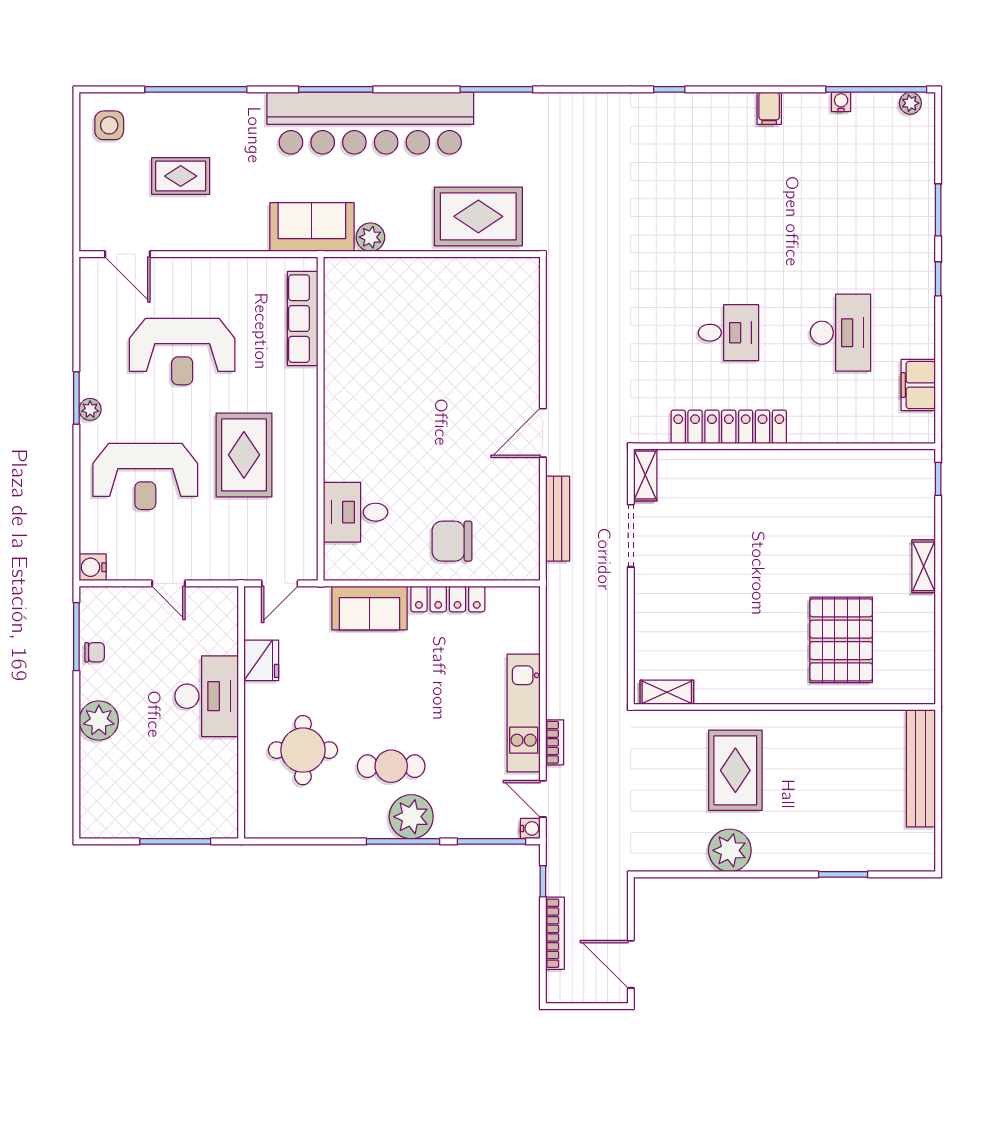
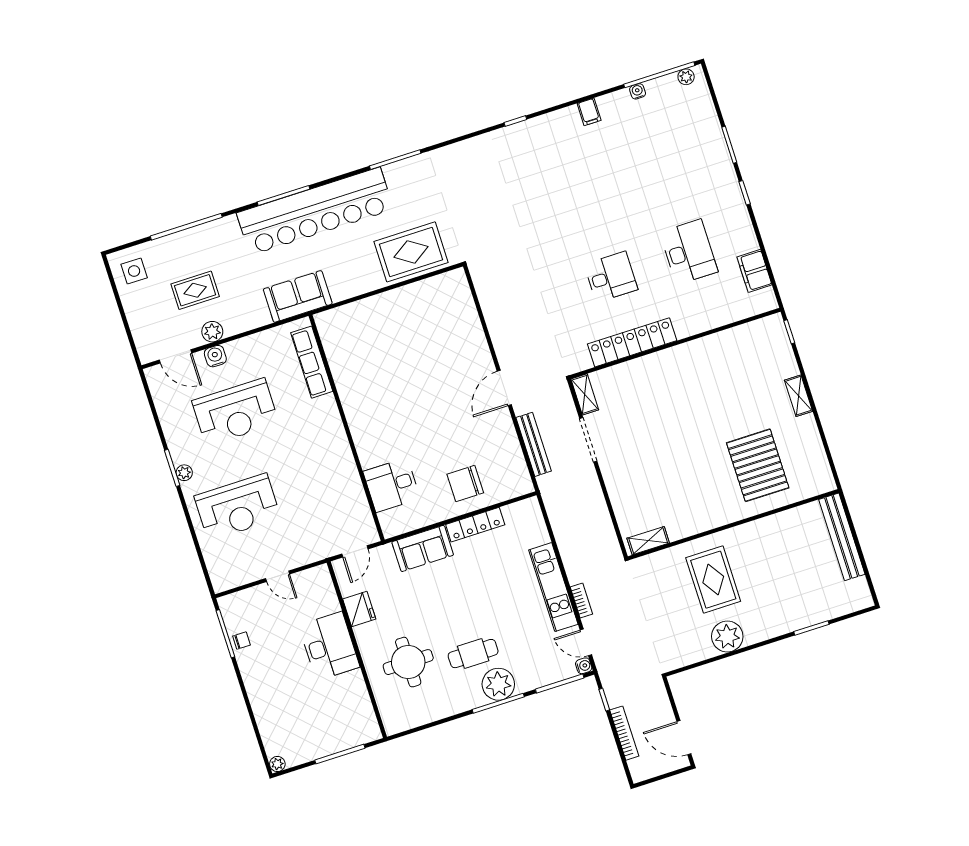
plant: (370, 237) -> (212, 332), moved
rug: (244, 455) -> (301, 470), removed
water cooler: (93, 567) -> (215, 356), moved, turned 90
plant: (99, 721) -> (277, 764), moved, width x0.53, depth x0.53

